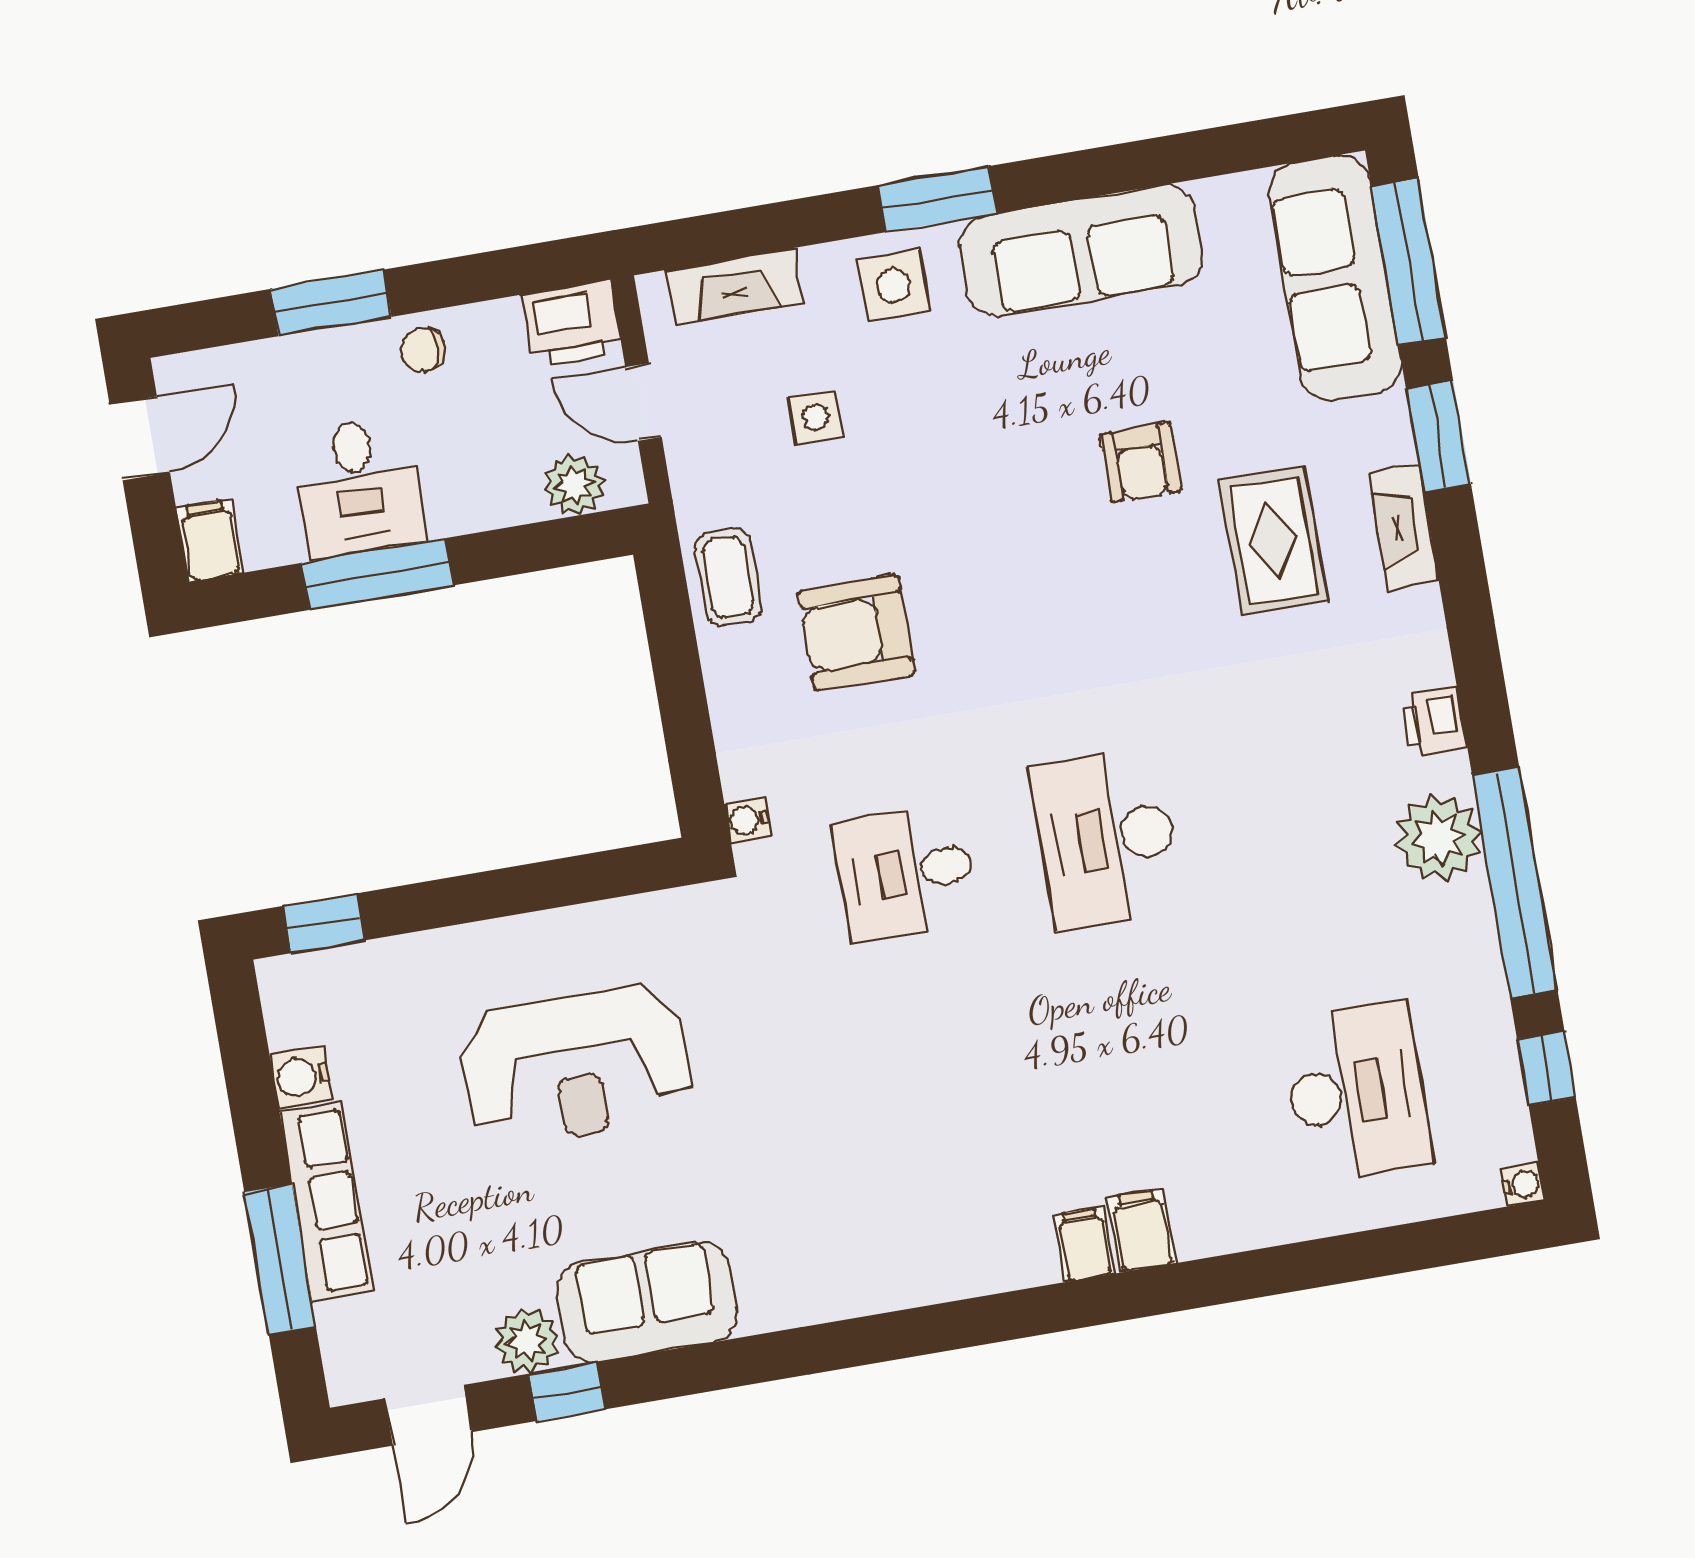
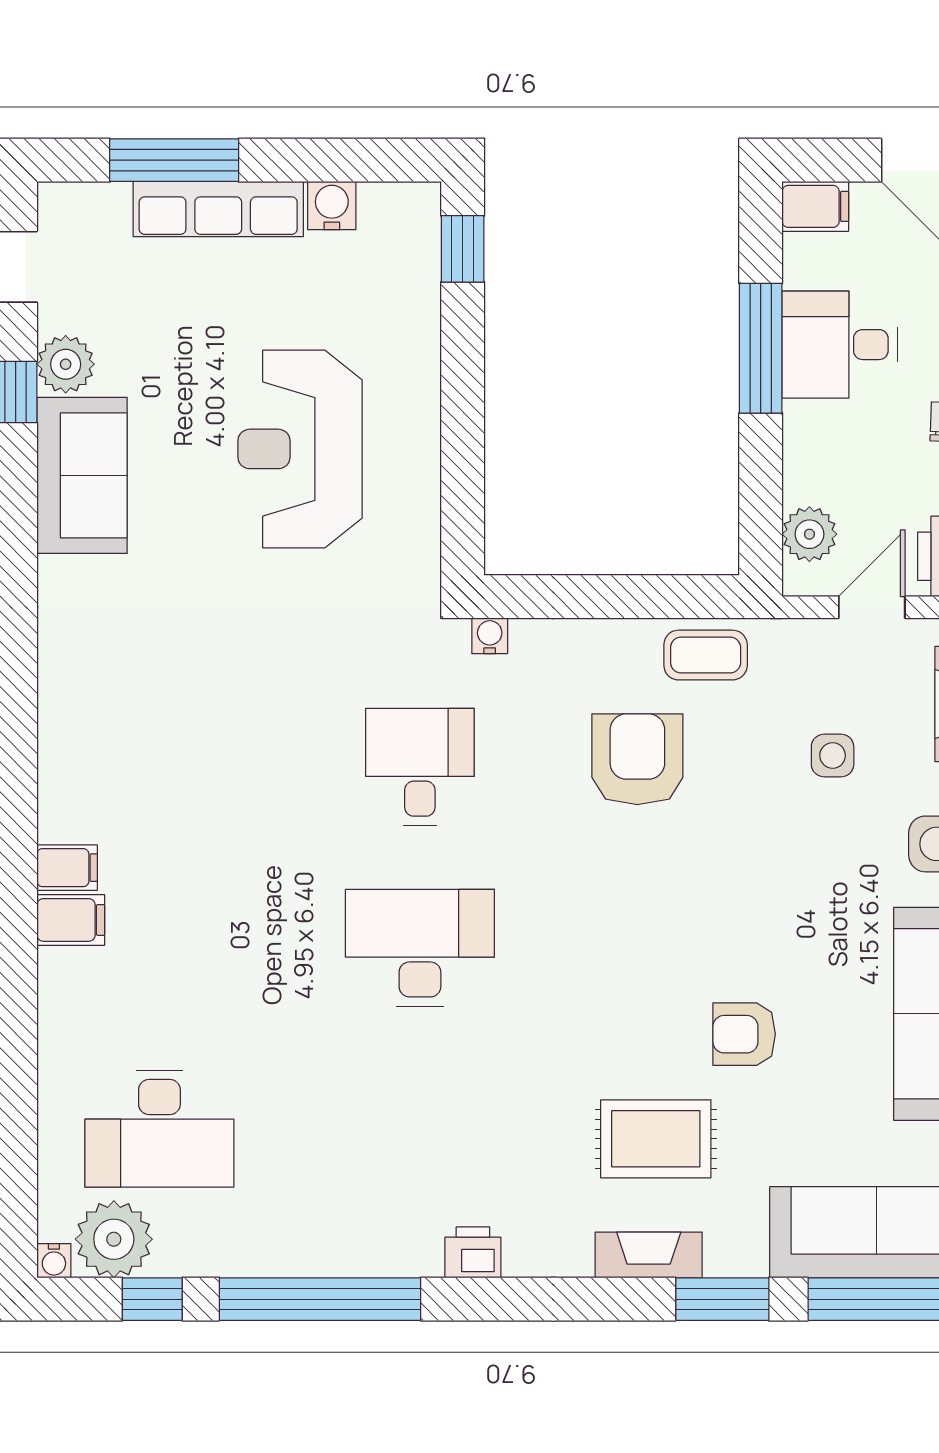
plant: (1439, 838) -> (114, 1239), moved

